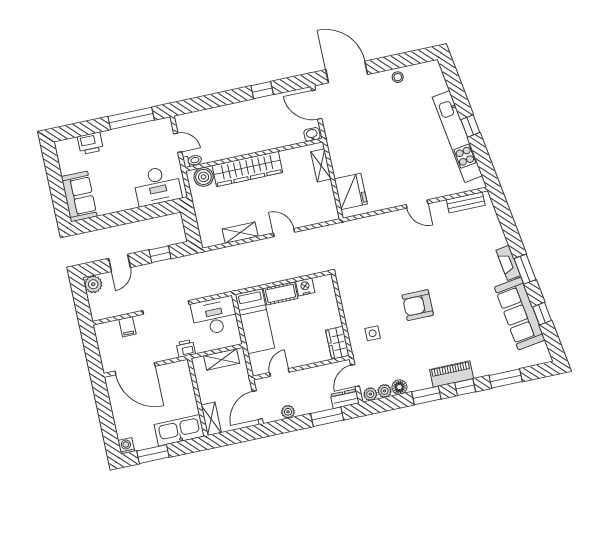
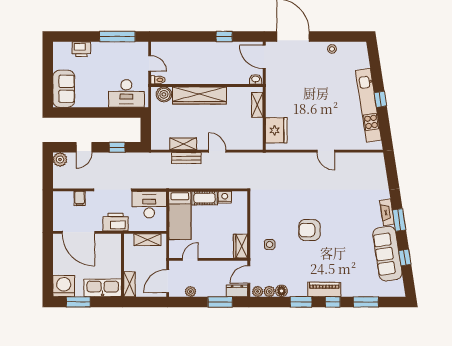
bench: (466, 202) -> (186, 158), moved
printer: (186, 348) -> (116, 222), width x1.87, depth x1.48
washing machine: (126, 446) -> (64, 286), width x1.89, depth x1.89

